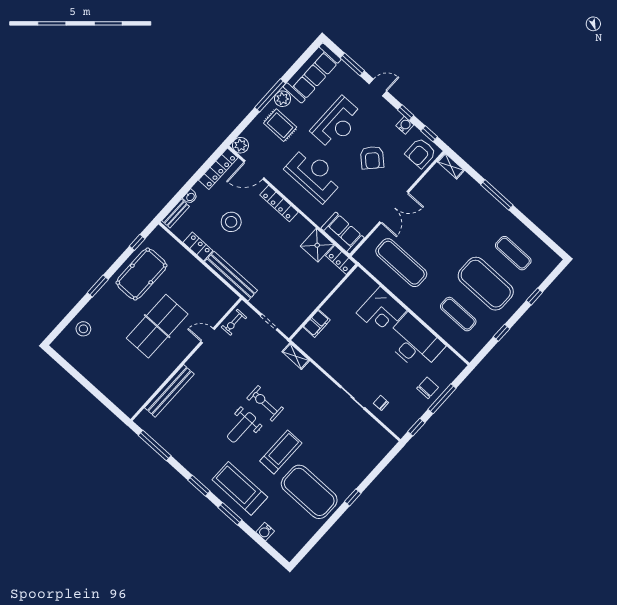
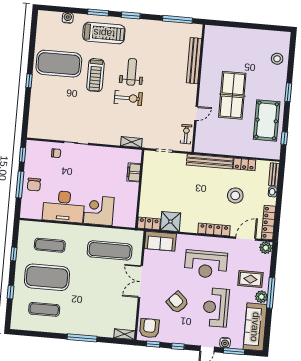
water cooler: (405, 125) -> (225, 343), moved

